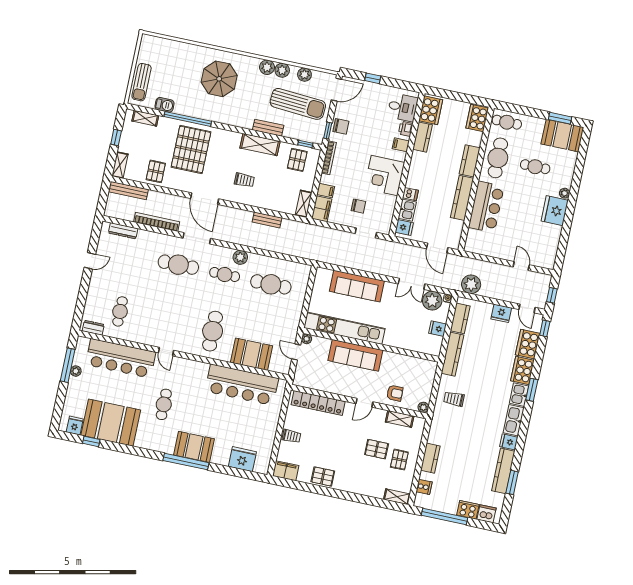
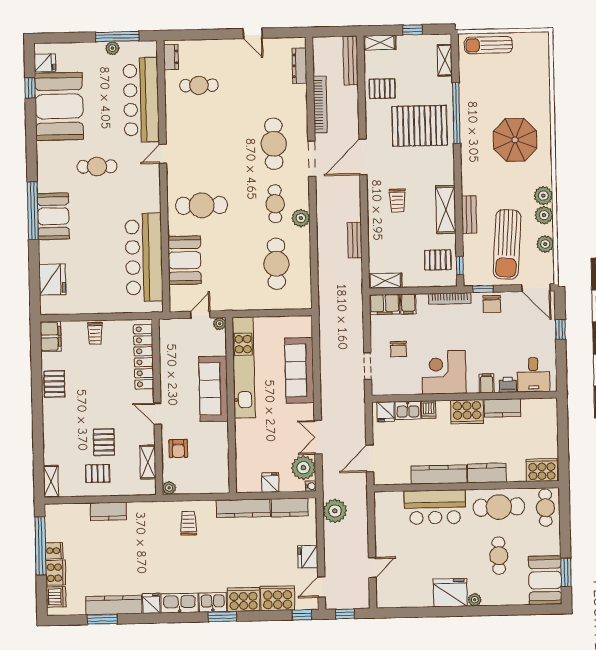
barbecue: (164, 105) -> (467, 80), removed
cooker: (431, 110) -> (467, 412), moved
cooker: (424, 487) -> (54, 551), moved, turned -90

